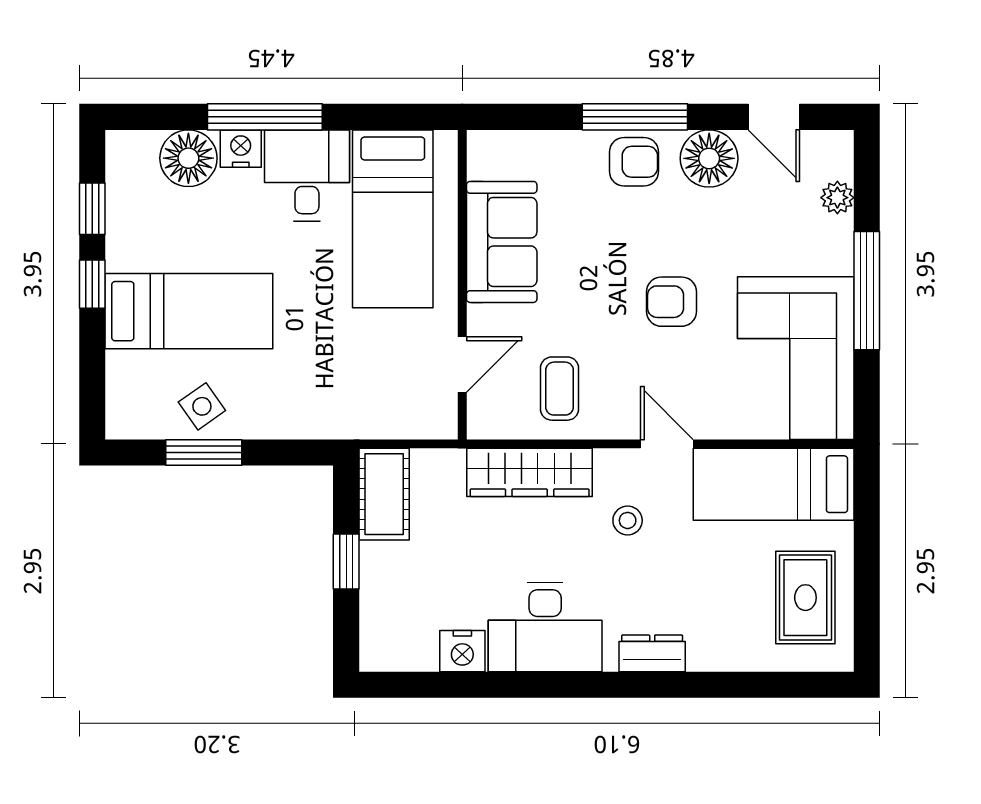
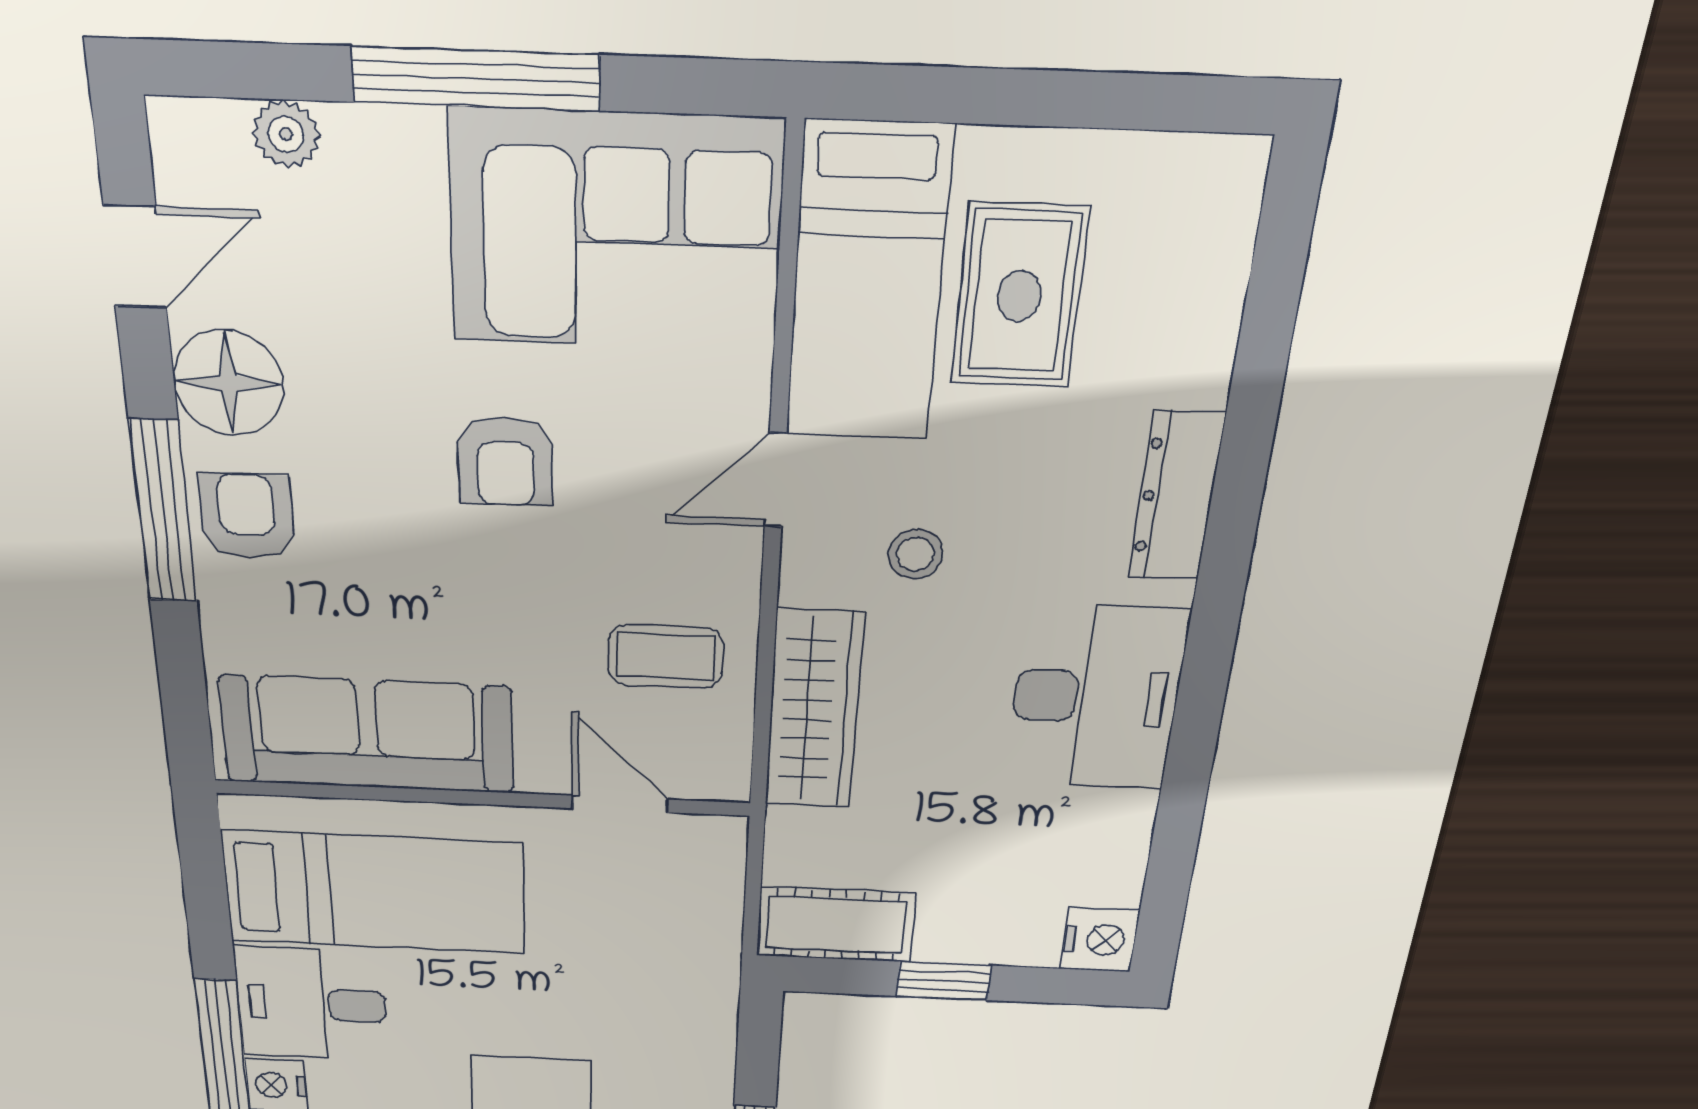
sofa: (502, 242) -> (367, 734), width x1.36
rug: (805, 598) -> (1019, 296), moved, turned 90
nightstand: (462, 651) -> (1100, 940), moved
dresser: (652, 653) -> (1176, 496), width x1.44

